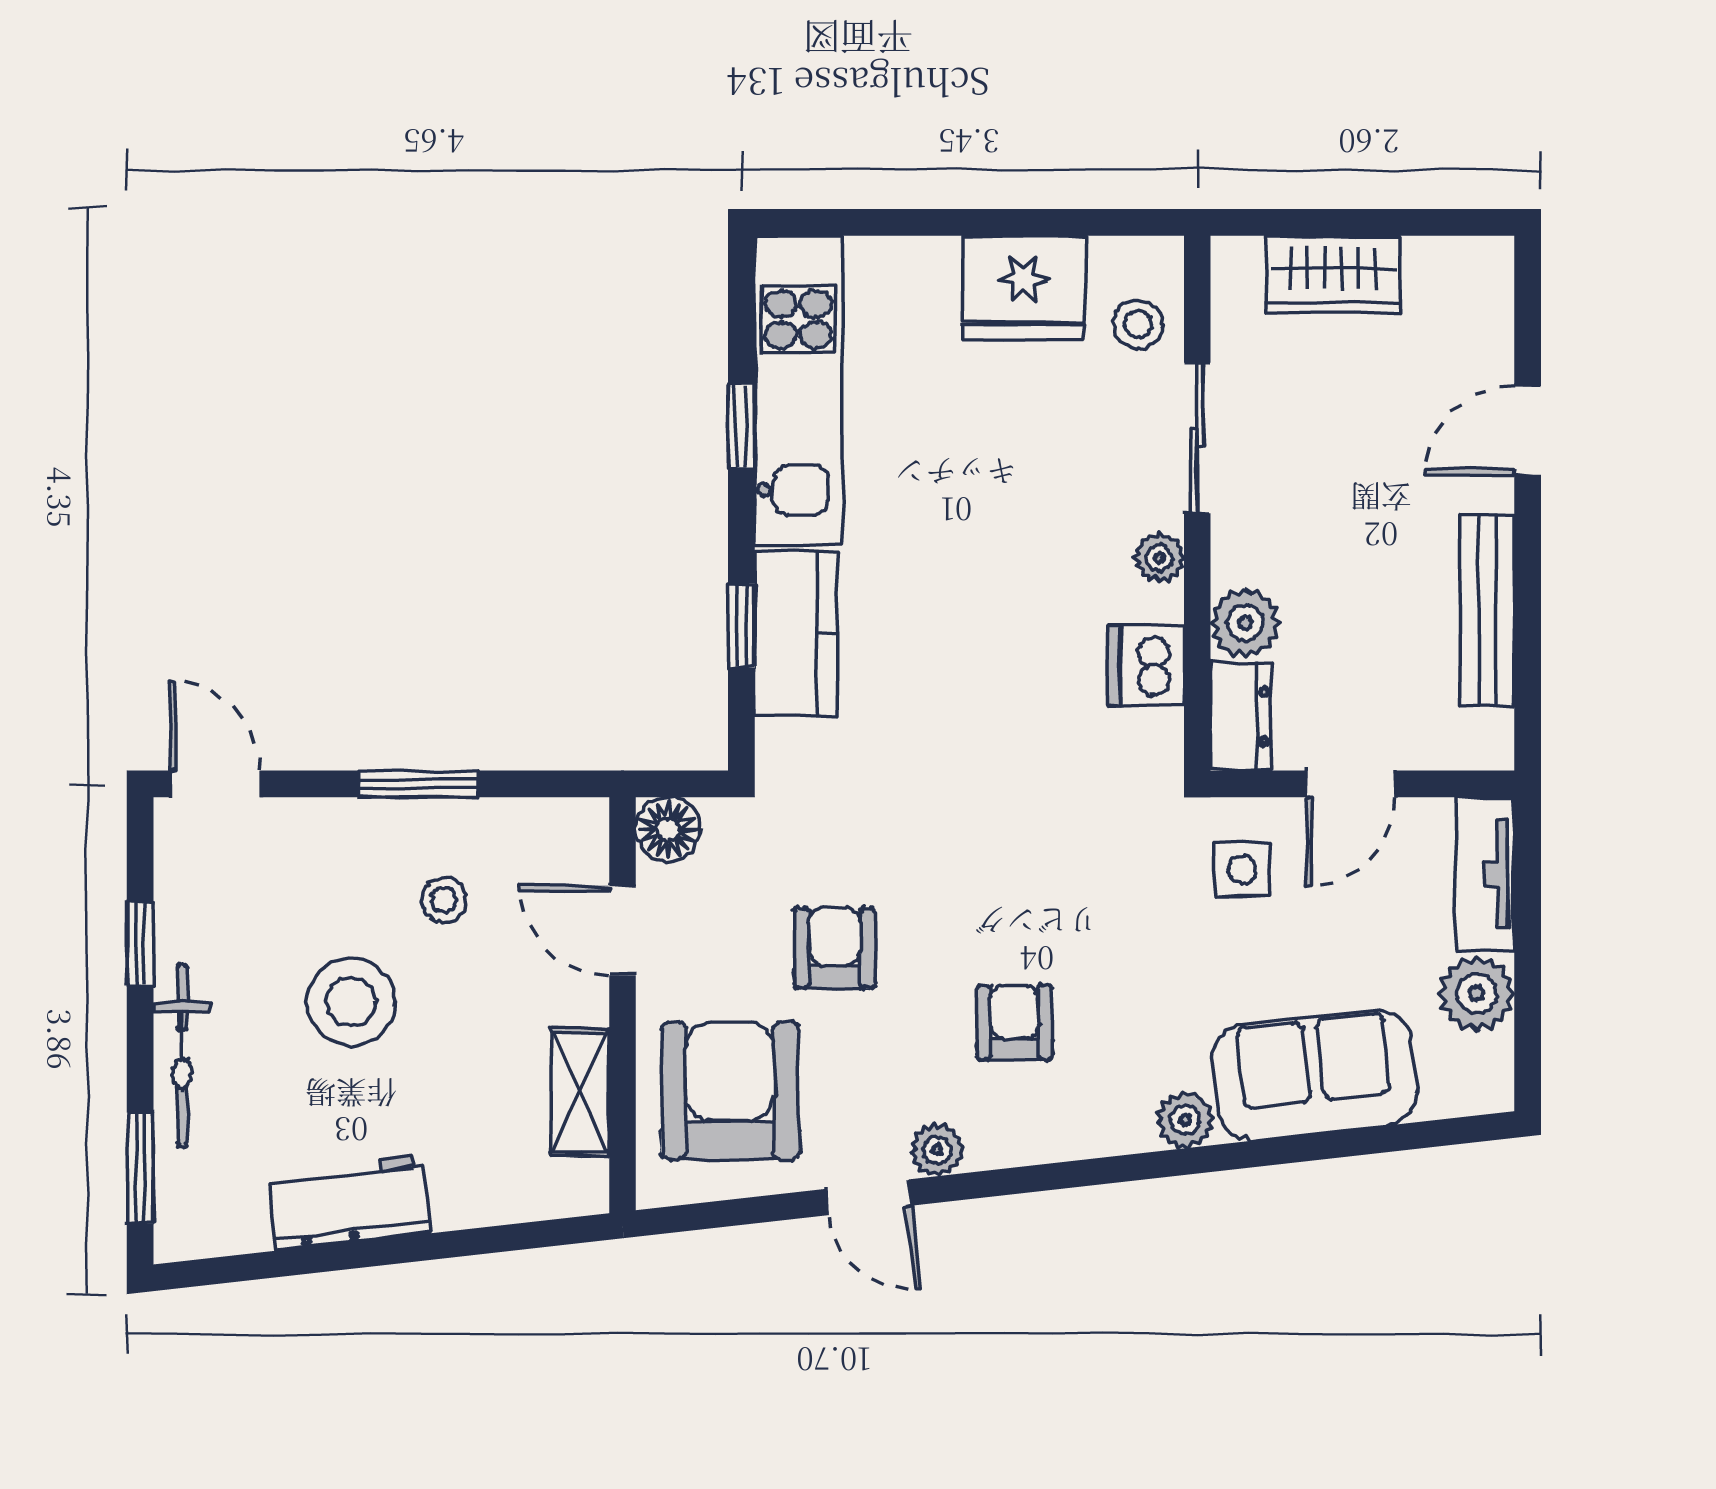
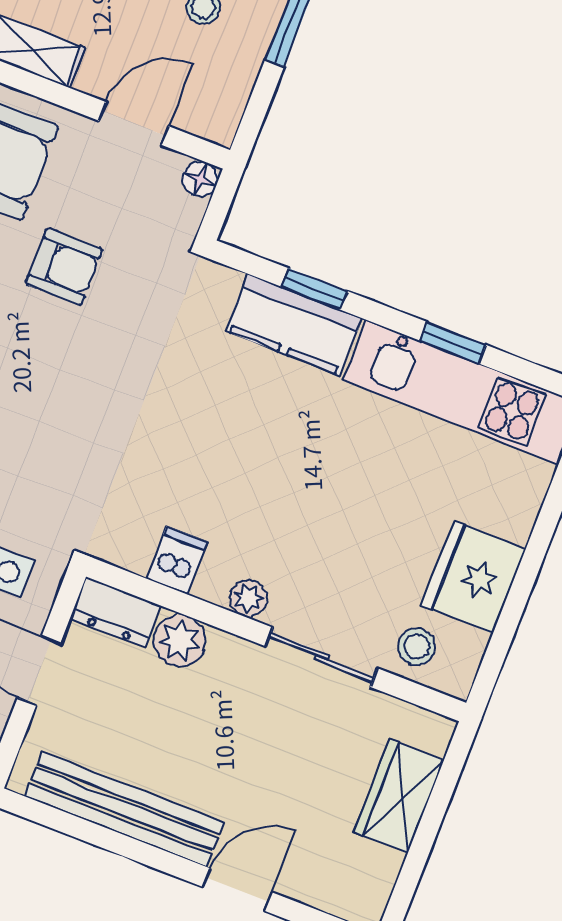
door: (1528, 431) -> (237, 890), hinge flipped
bench: (1488, 610) -> (124, 809), width x1.37, depth x1.21
dishwasher: (1146, 665) -> (177, 560), width x0.73
floor lamp: (668, 829) -> (200, 179), width x0.73, depth x0.73

